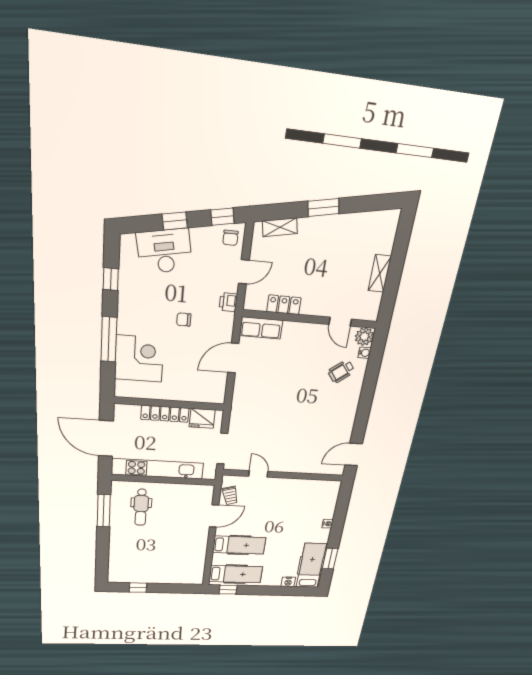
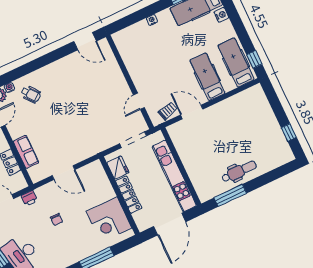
row of seats: (261, 328) -> (26, 152), moved
corner desk: (139, 359) -> (109, 220), moved, turned -90
dental chair: (141, 507) -> (239, 171), moved

